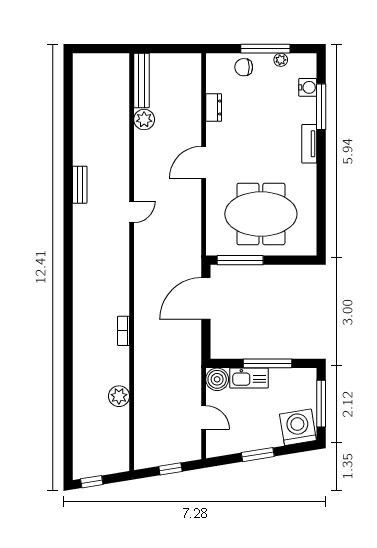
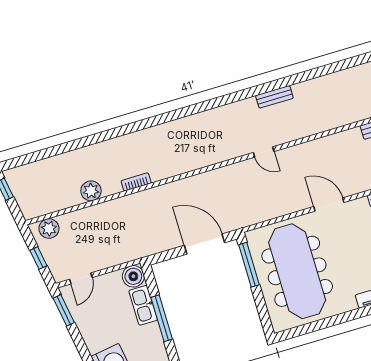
plant: (144, 120) -> (49, 228), moved
meeting table: (261, 214) -> (297, 271), width x1.36
bookcase: (124, 331) -> (136, 182), moved
door: (204, 417) -> (81, 278), moved
window: (258, 455) -> (64, 310), moved

